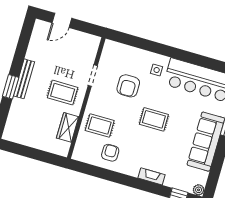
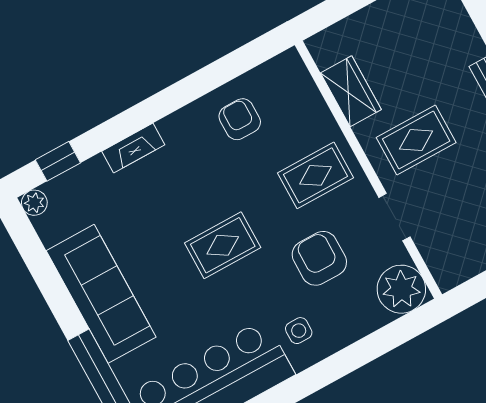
plant: (113, 51) -> (401, 289), added
rug: (100, 126) -> (315, 175), moved
armchair: (110, 153) -> (240, 119), turned 180

